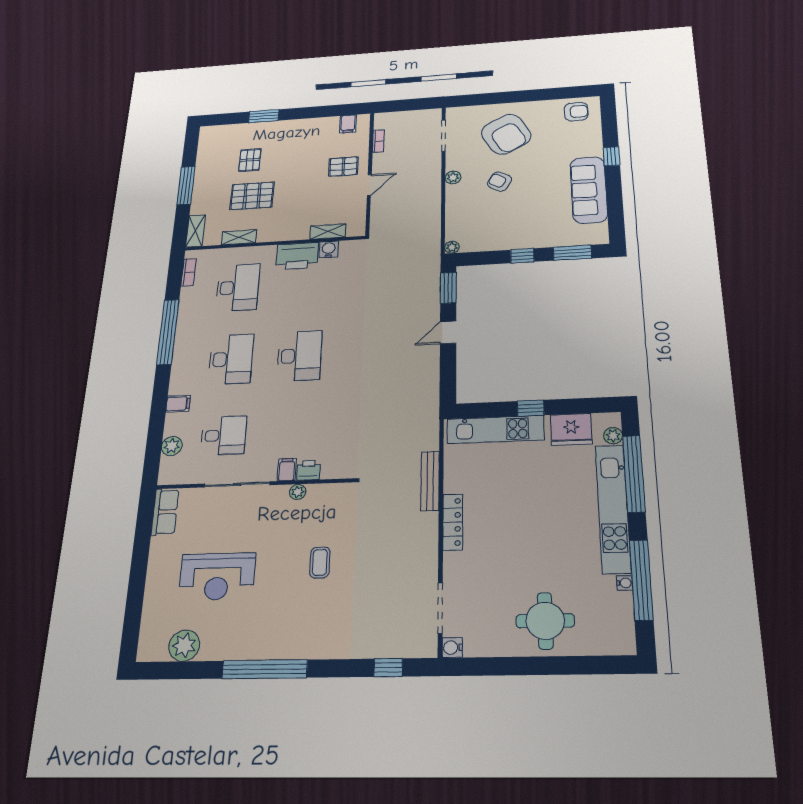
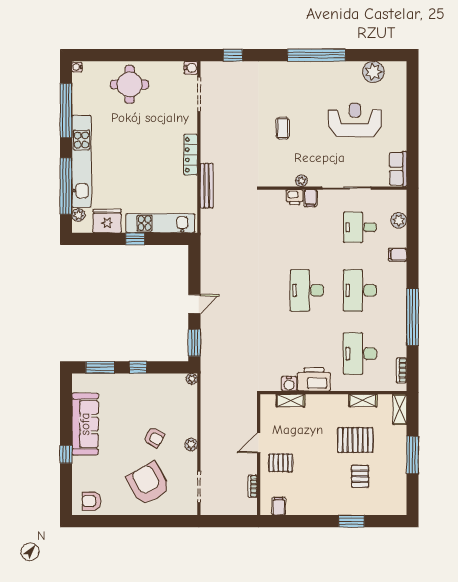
water cooler: (624, 583) -> (77, 67), moved

